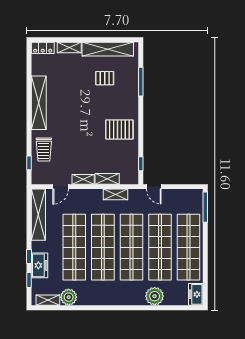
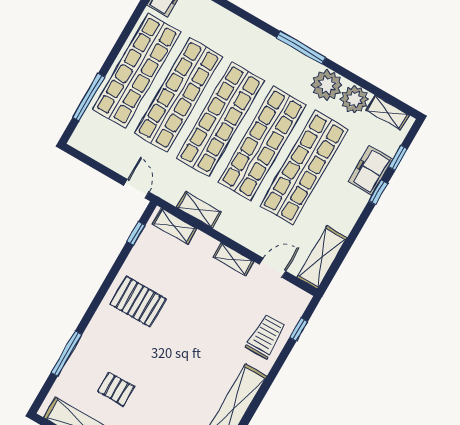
shelving: (107, 179) -> (175, 226), moved
window: (205, 207) -> (89, 97), moved
shelving: (38, 215) -> (322, 258), width x0.68
plant: (155, 296) -> (327, 85), moved
window: (111, 308) -> (301, 48), added

